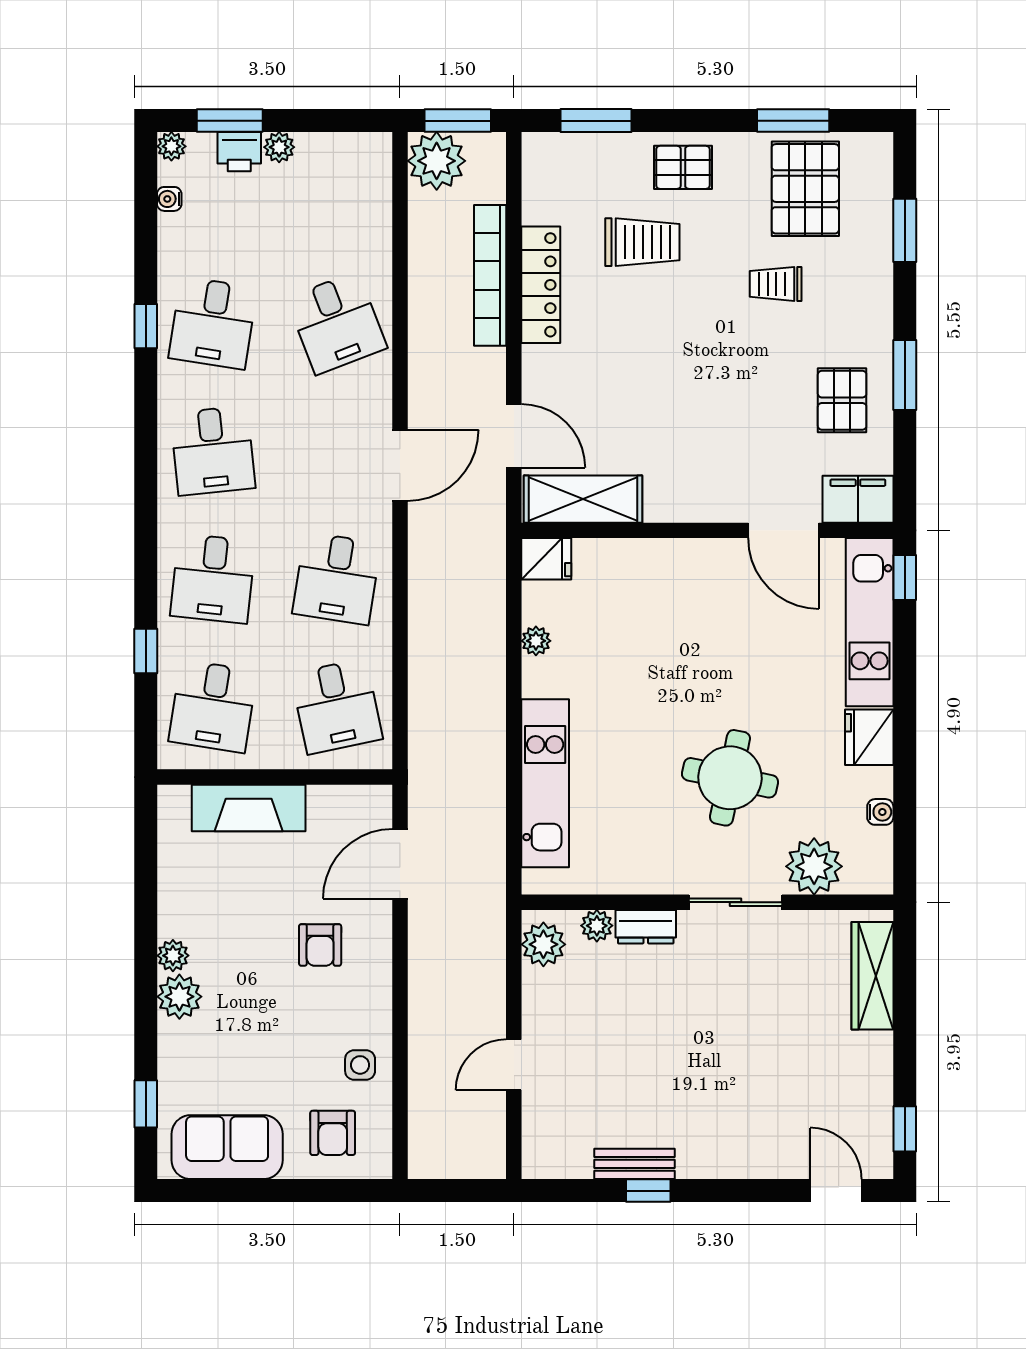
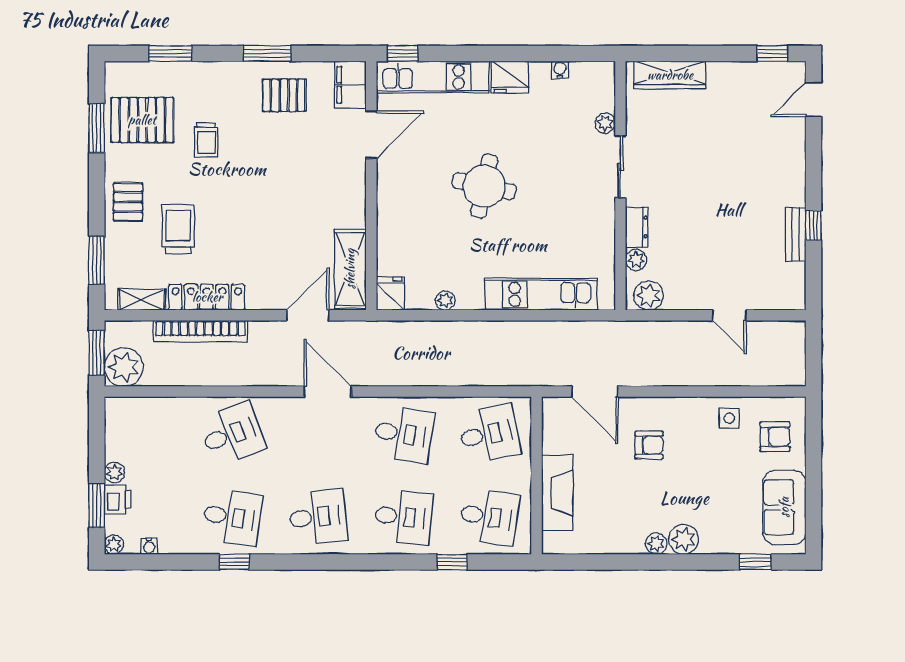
shelving: (537, 188) -> (142, 299), added
round table: (730, 778) -> (484, 186), moved
plant: (814, 866) -> (605, 123), width x0.53, depth x0.53

